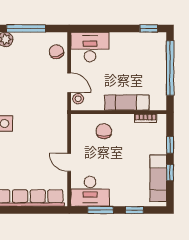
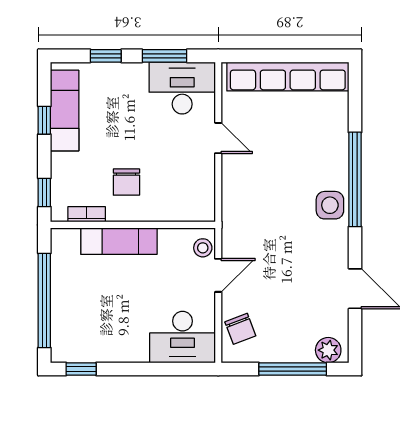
door: (69, 83) -> (218, 275), swing flipped
chair: (104, 131) -> (126, 182), moved
window: (170, 145) -> (44, 192), moved

